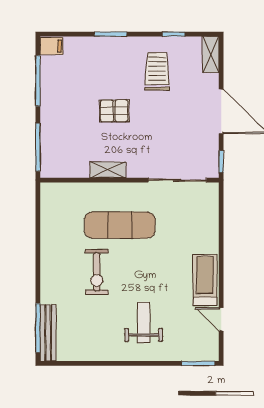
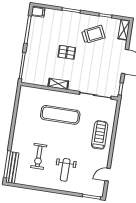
trolley: (157, 71) -> (93, 34), turned 65
exercise bike: (97, 272) -> (39, 156), moved
treadmill: (205, 280) -> (100, 135), moved
door: (221, 319) -> (108, 175), hinge flipped
weight bench: (144, 323) -> (65, 170), turned 180

